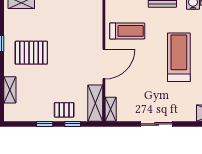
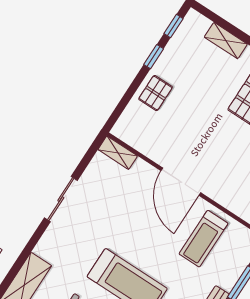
shelving: (95, 103) -> (138, 138), removed
window: (73, 124) -> (173, 26), moved

